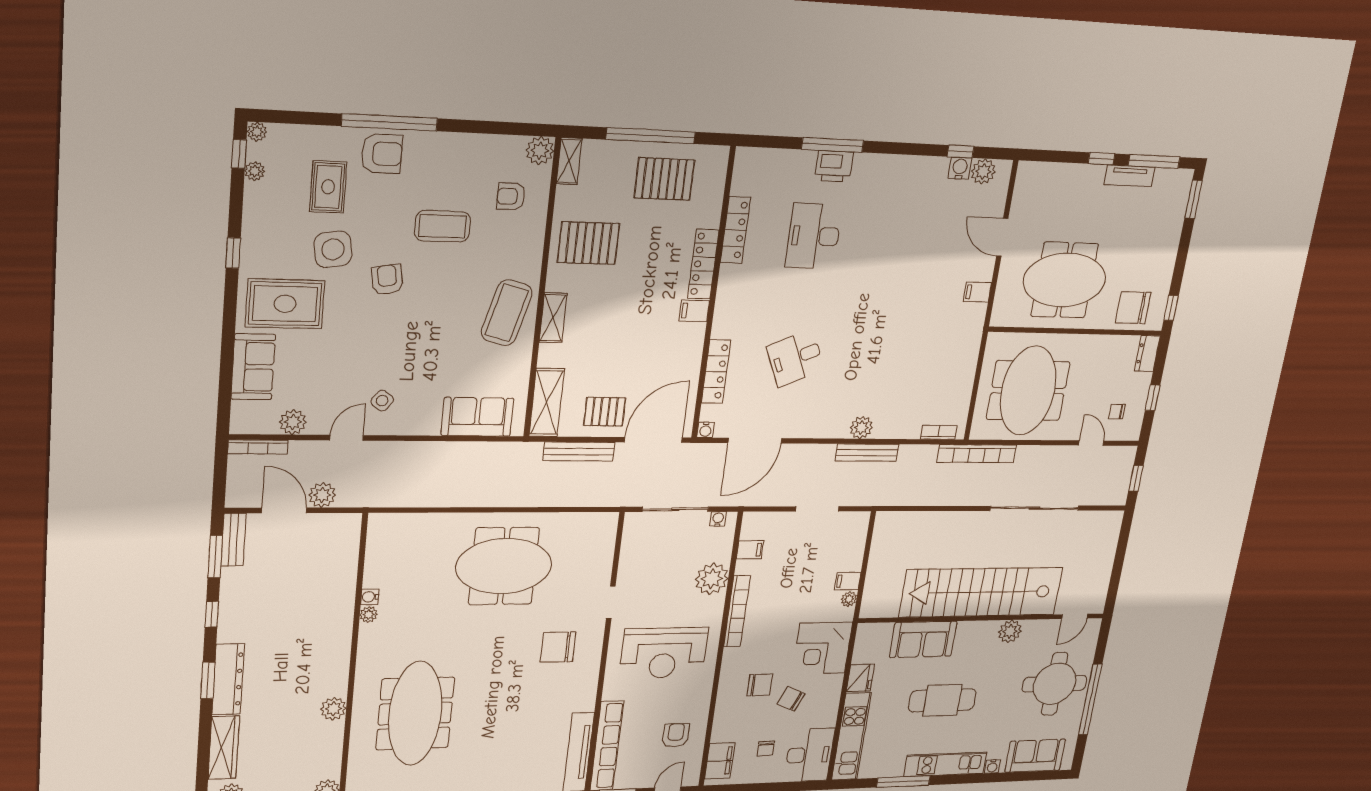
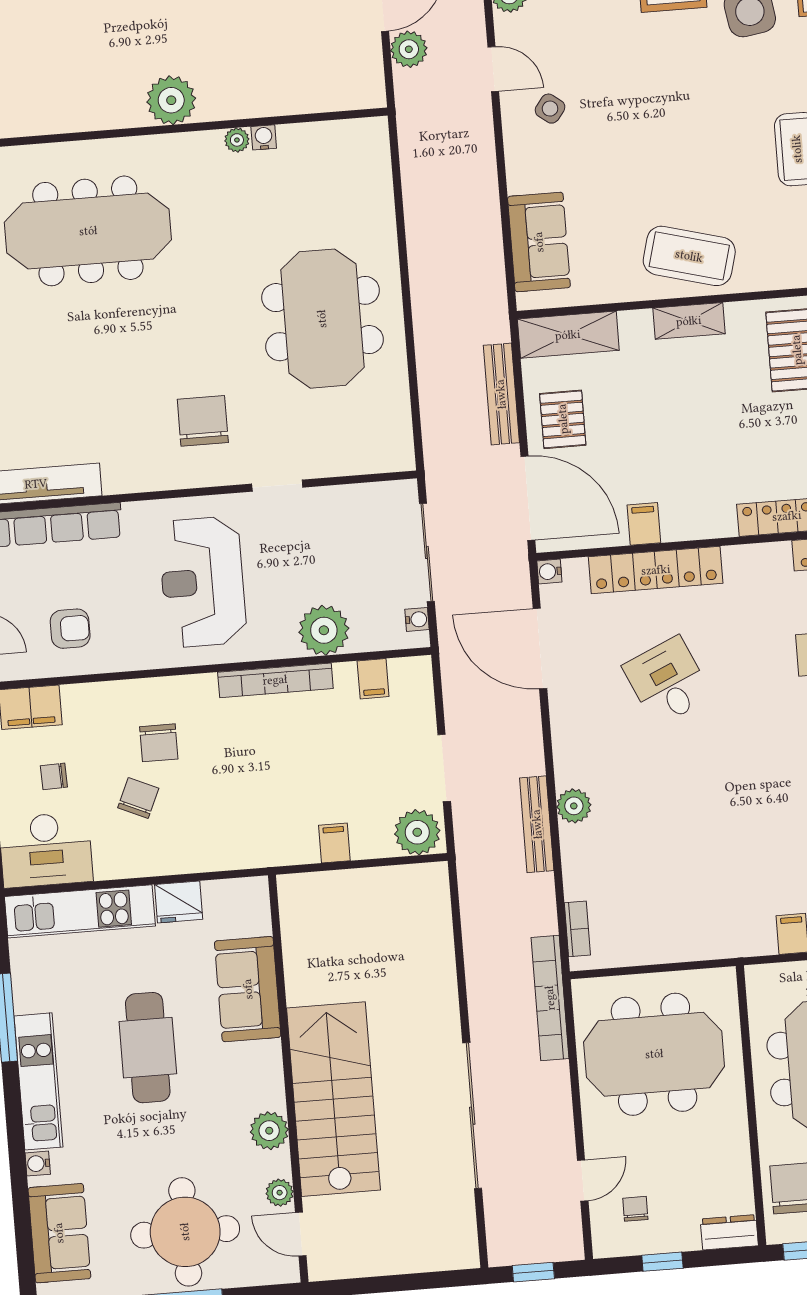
armchair: (387, 280) -> (717, 88), removed
filing cabinet: (694, 311) -> (644, 524), moved
locker: (716, 372) -> (656, 570), width x1.41, depth x1.21
stairs: (981, 592) -> (333, 1099), width x0.73
plant: (849, 599) -> (417, 832), moved, width x1.88, depth x1.88
plant: (1047, 627) -> (280, 1193), added
corner desk: (822, 648) -> (224, 829), removed
plant: (333, 709) -> (171, 100), moved, width x1.36, depth x1.36

